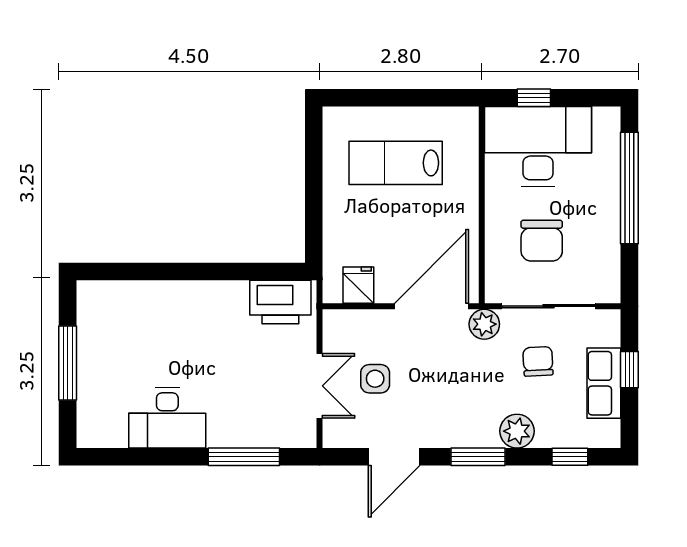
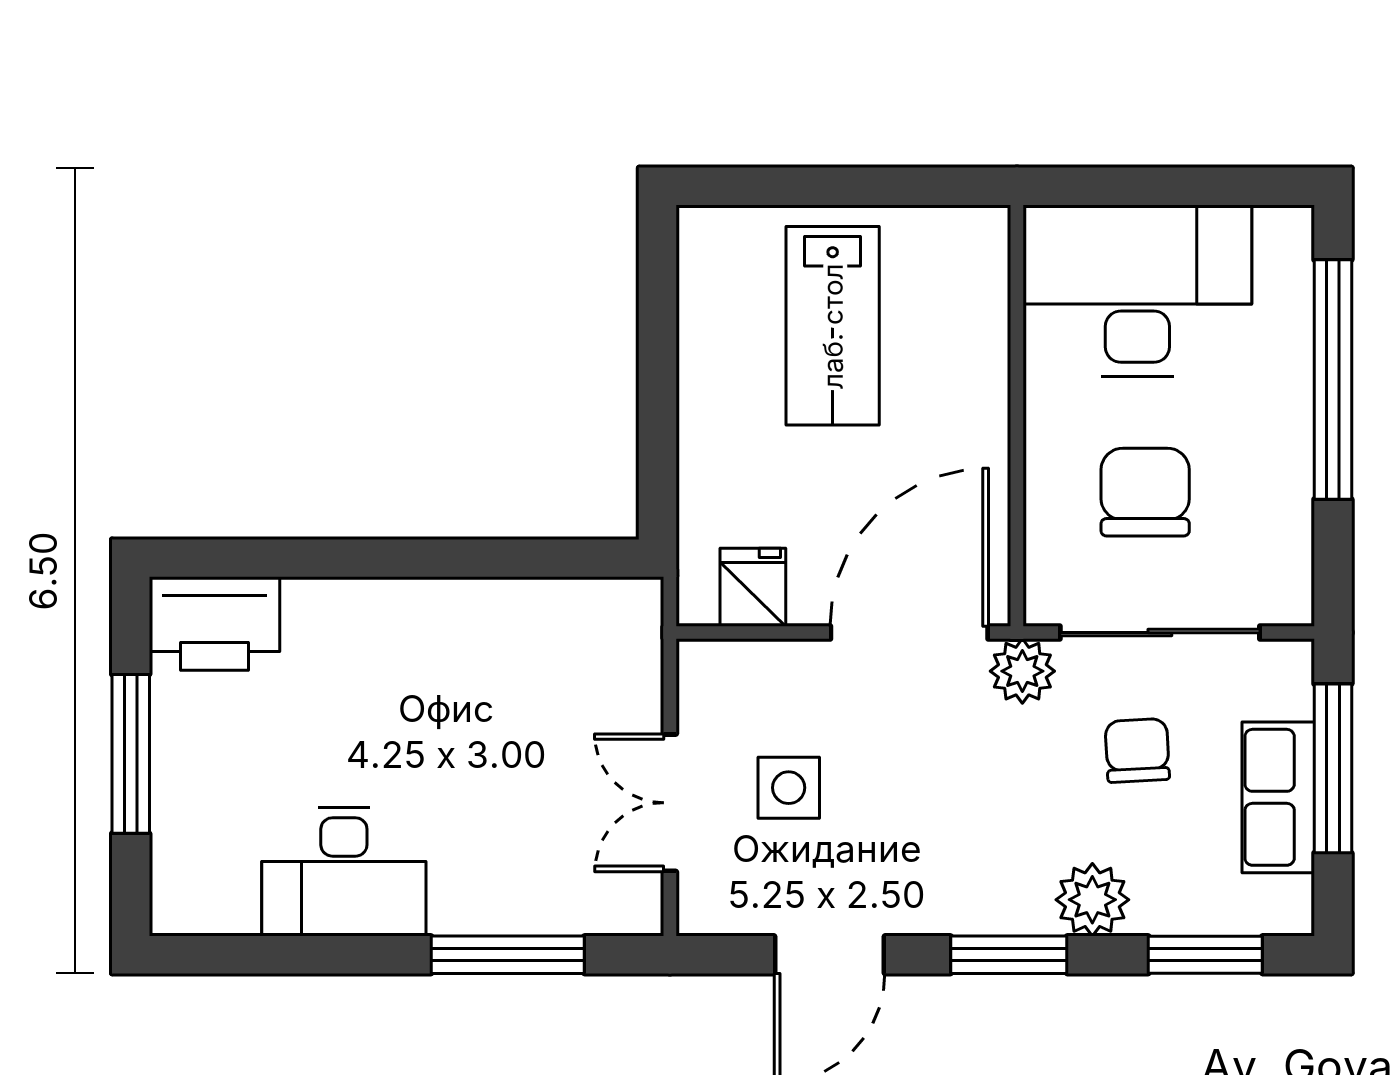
window: (534, 98) -> (1128, 186), removed
lab bench: (396, 163) -> (833, 326), turned -90
chair: (542, 241) -> (1145, 492), turned 180
printer: (280, 302) -> (214, 624), moved
window: (629, 370) -> (1333, 768), width x2.17
double door: (320, 386) -> (670, 803), swing flipped
window: (570, 457) -> (1205, 955), width x1.50

